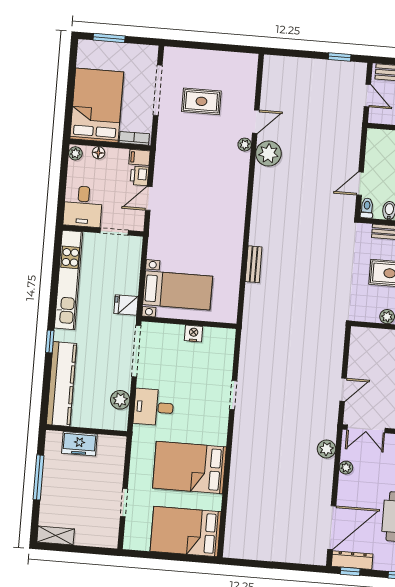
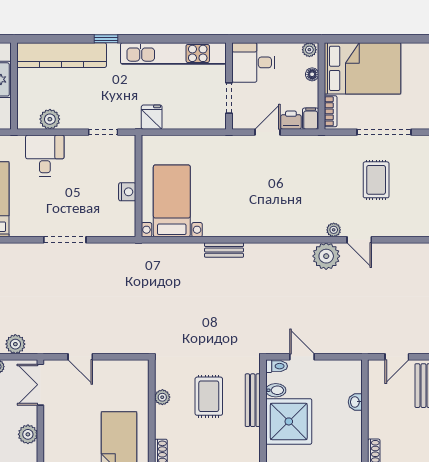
door: (149, 198) -> (268, 132), hinge flipped
bench: (254, 264) -> (224, 250), moved
bed with nightstands: (178, 290) -> (172, 201), moved, turned 180
doorway: (136, 351) -> (103, 132), width x0.53
doorway: (233, 395) -> (65, 240), width x1.38

